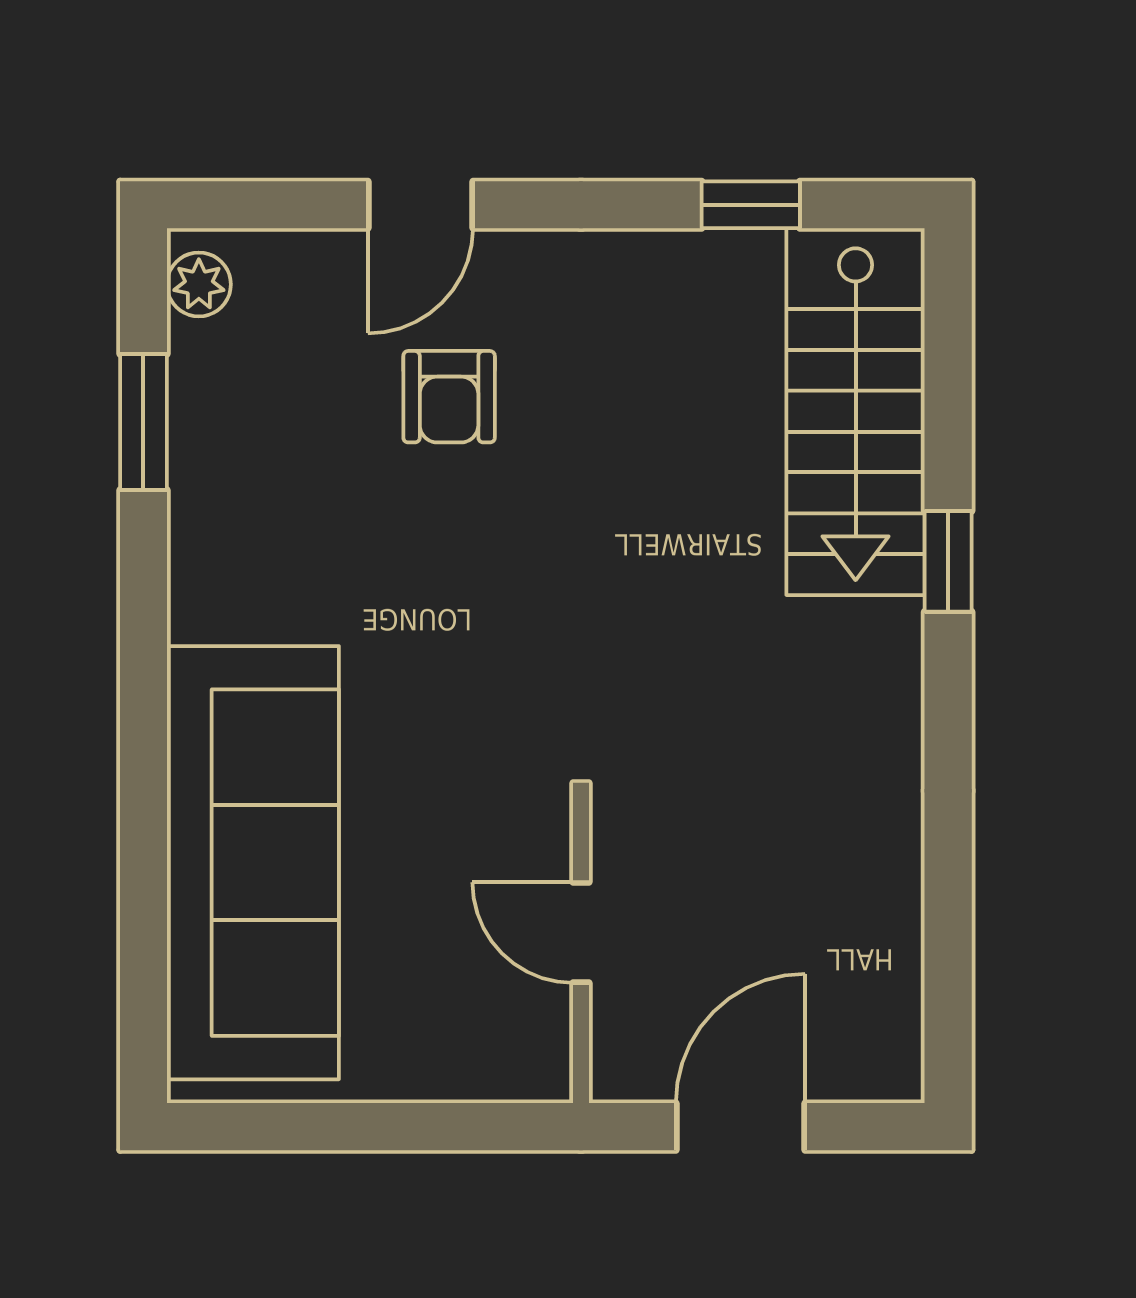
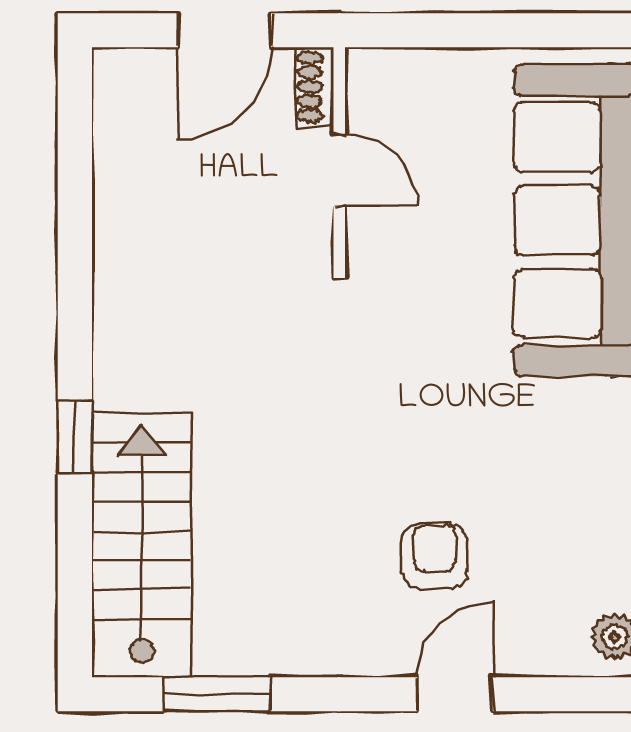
window: (751, 205) -> (217, 694), width x1.50
shoe rack: (615, 1049) -> (315, 86), added

